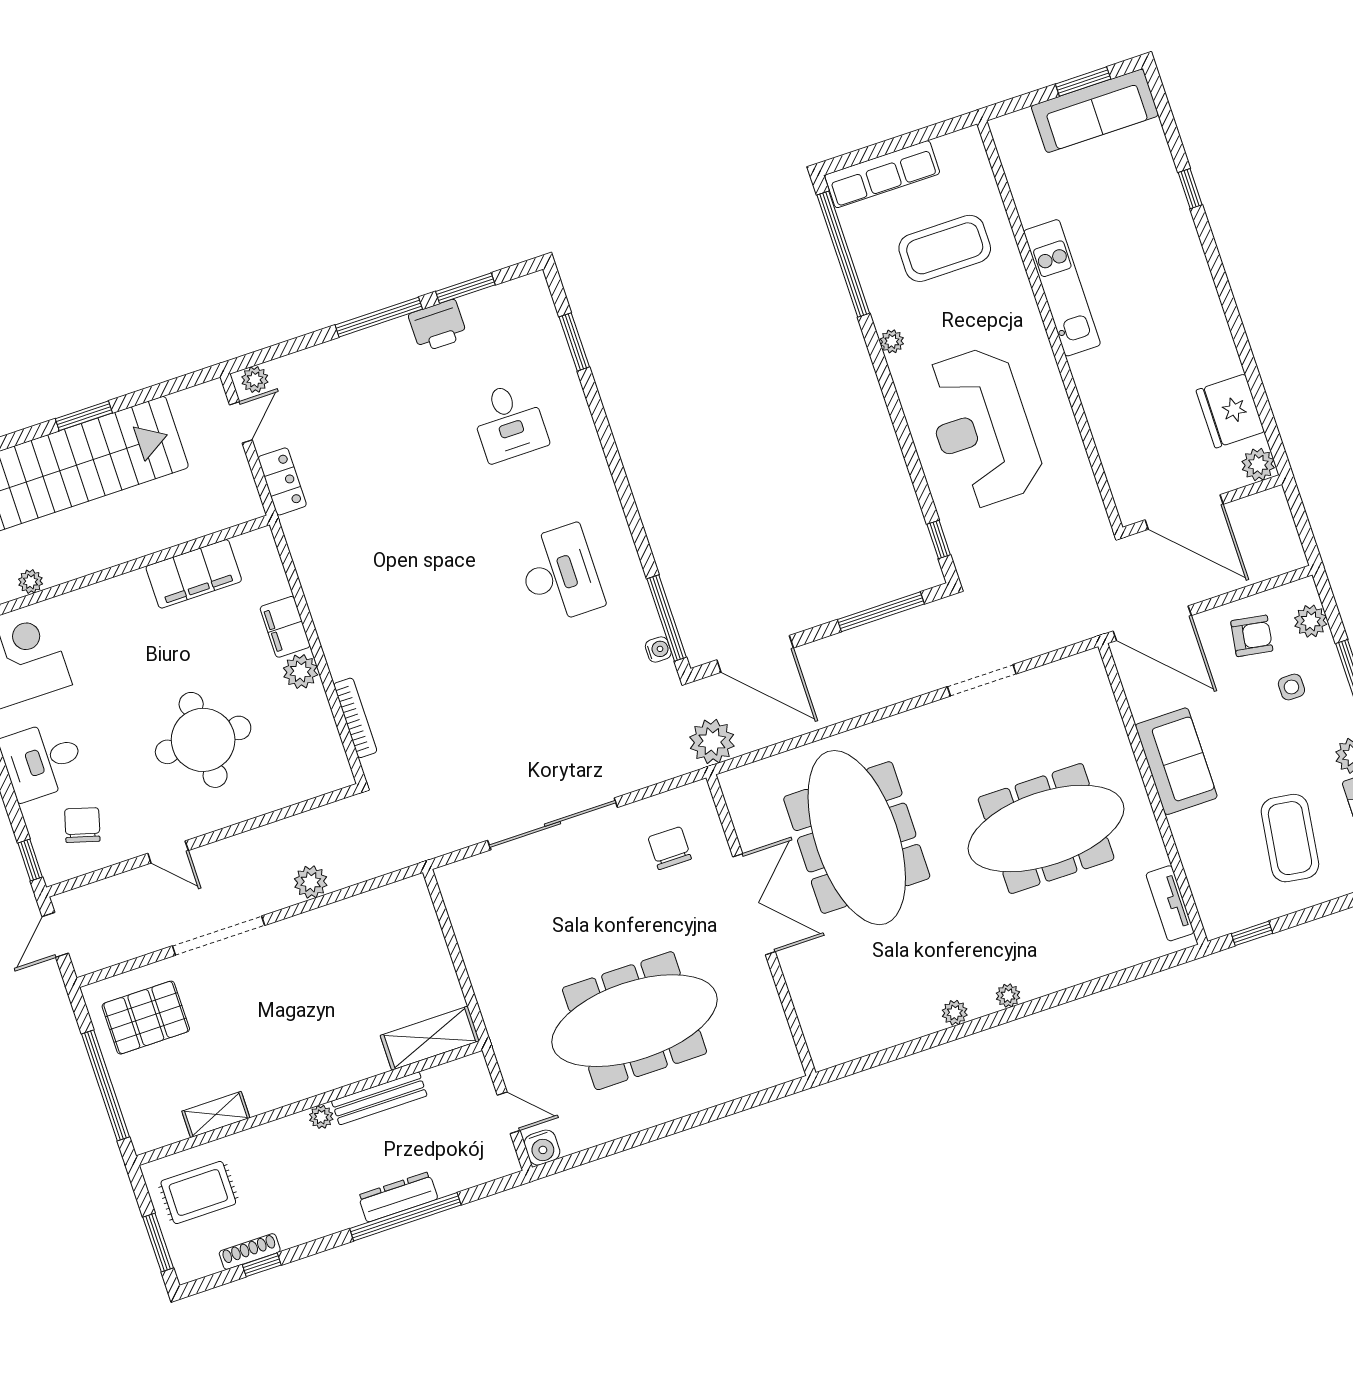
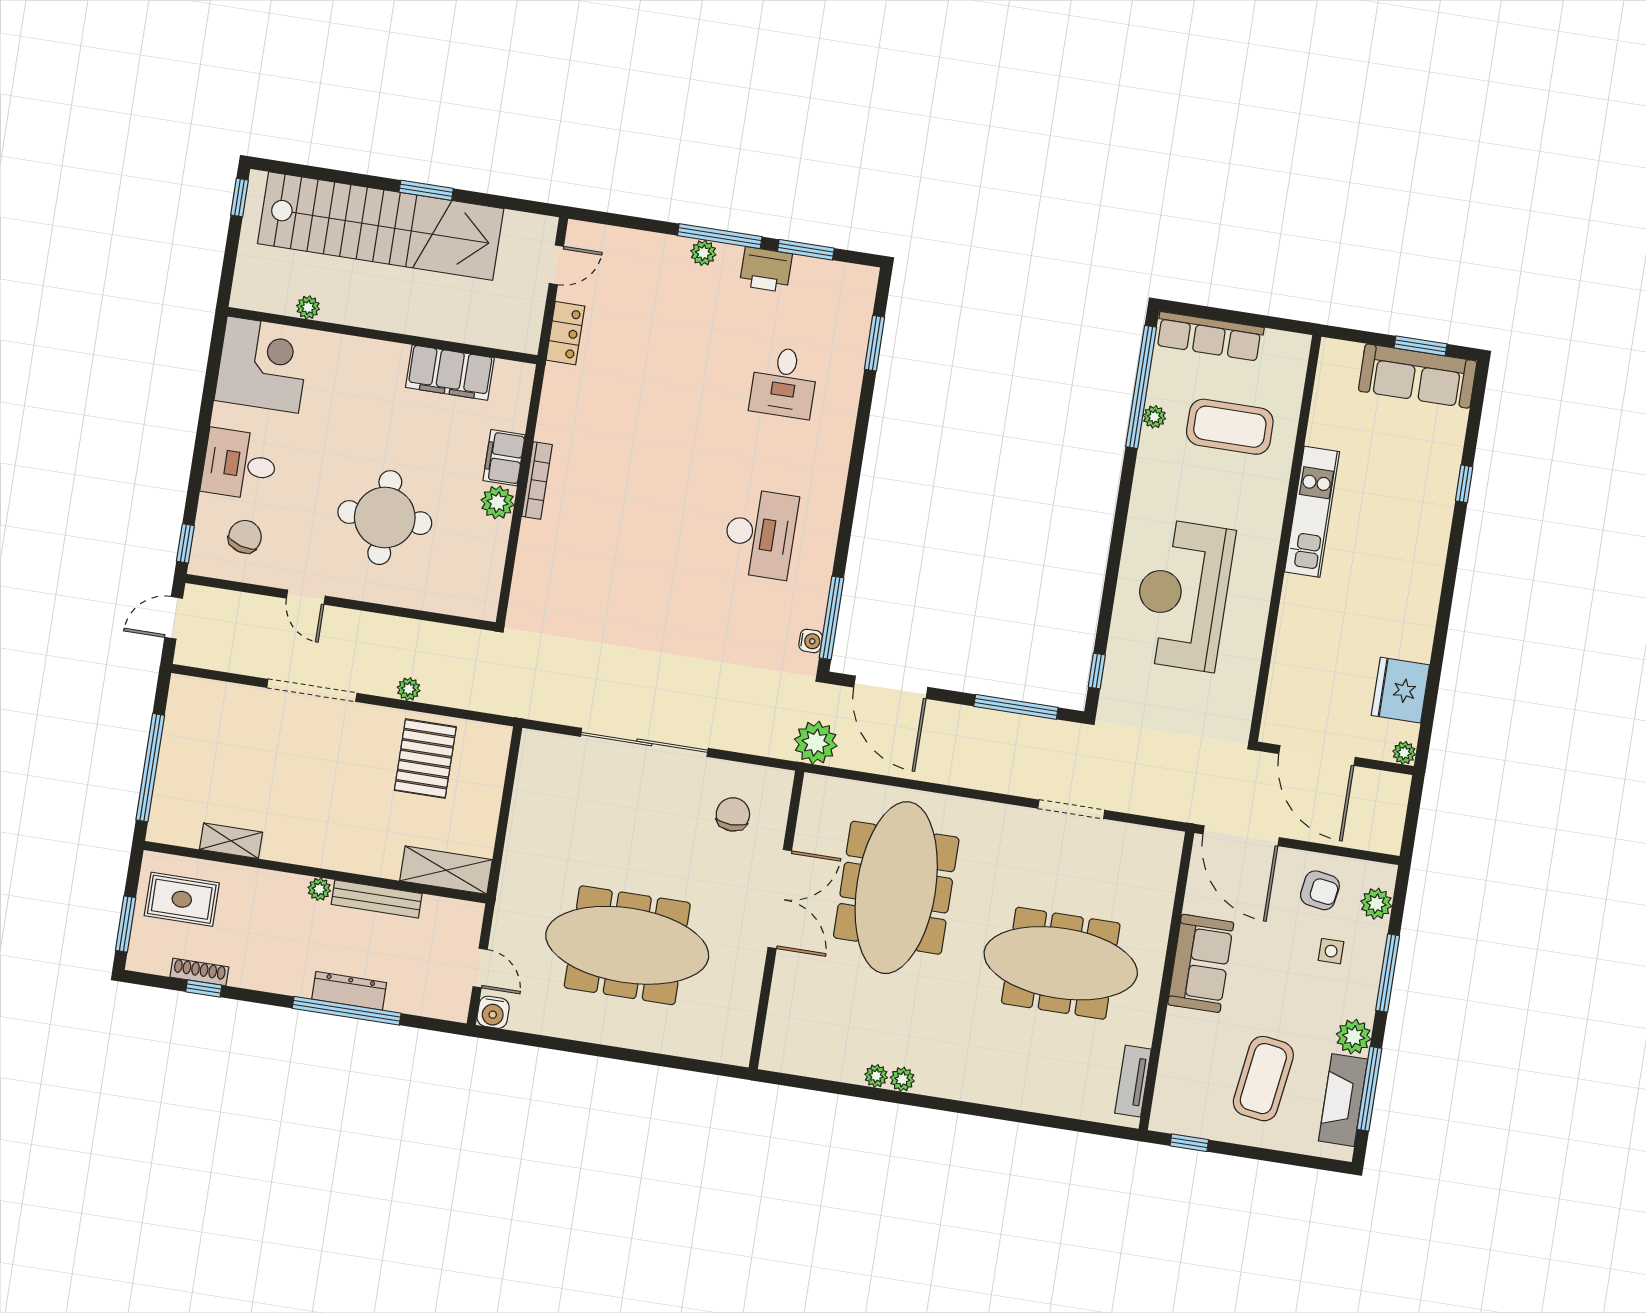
plant: (892, 341) -> (1154, 417), moved
plant: (255, 380) -> (703, 253), moved
plant: (1258, 465) -> (1404, 753), width x0.73, depth x0.73
bookcase: (355, 718) -> (537, 480), moved
plant: (311, 882) -> (409, 689), width x0.73, depth x0.73
plant: (1008, 996) -> (876, 1076), moved
pallet: (146, 1018) -> (425, 759), moved, turned 90

